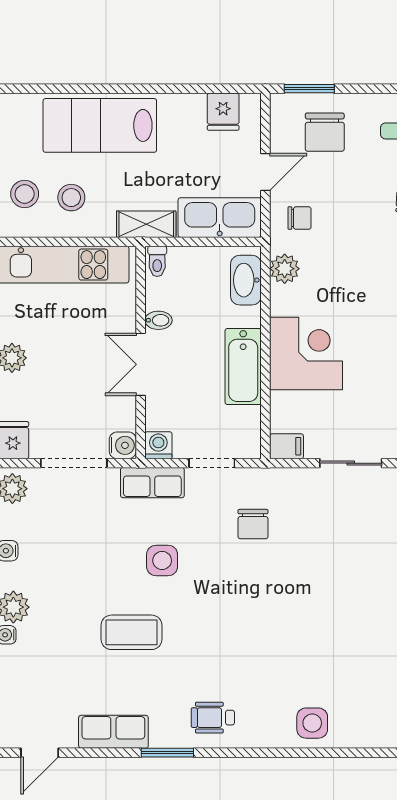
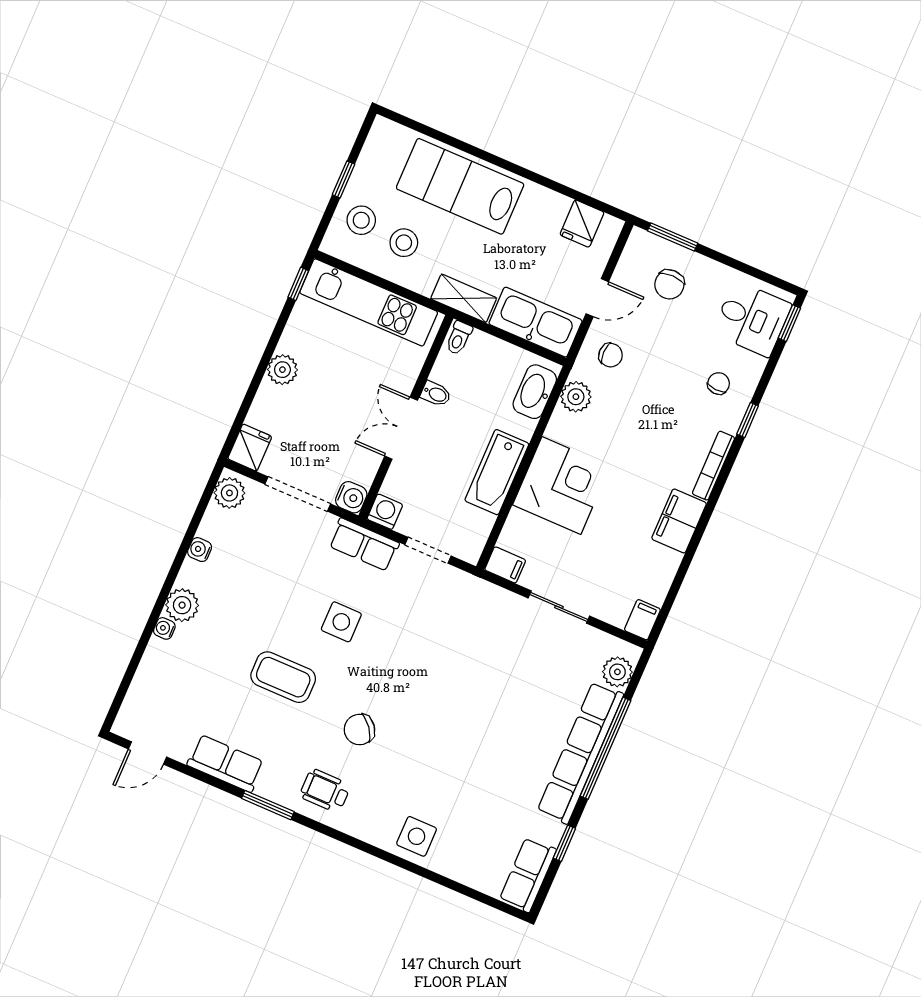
chair: (325, 132) -> (669, 284), width x0.73, depth x0.73
chair: (253, 524) -> (359, 730), moved, turned 52

